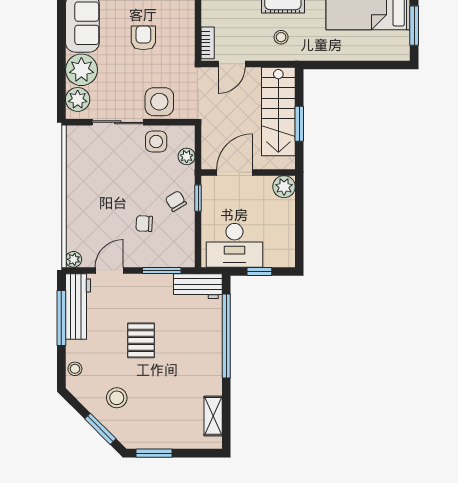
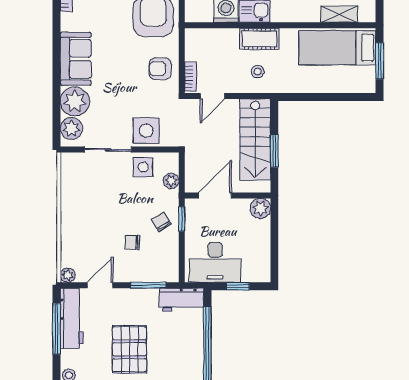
armchair: (143, 38) -> (160, 69), moved, turned -90
pallet: (141, 340) -> (129, 349), width x1.50, depth x1.42

